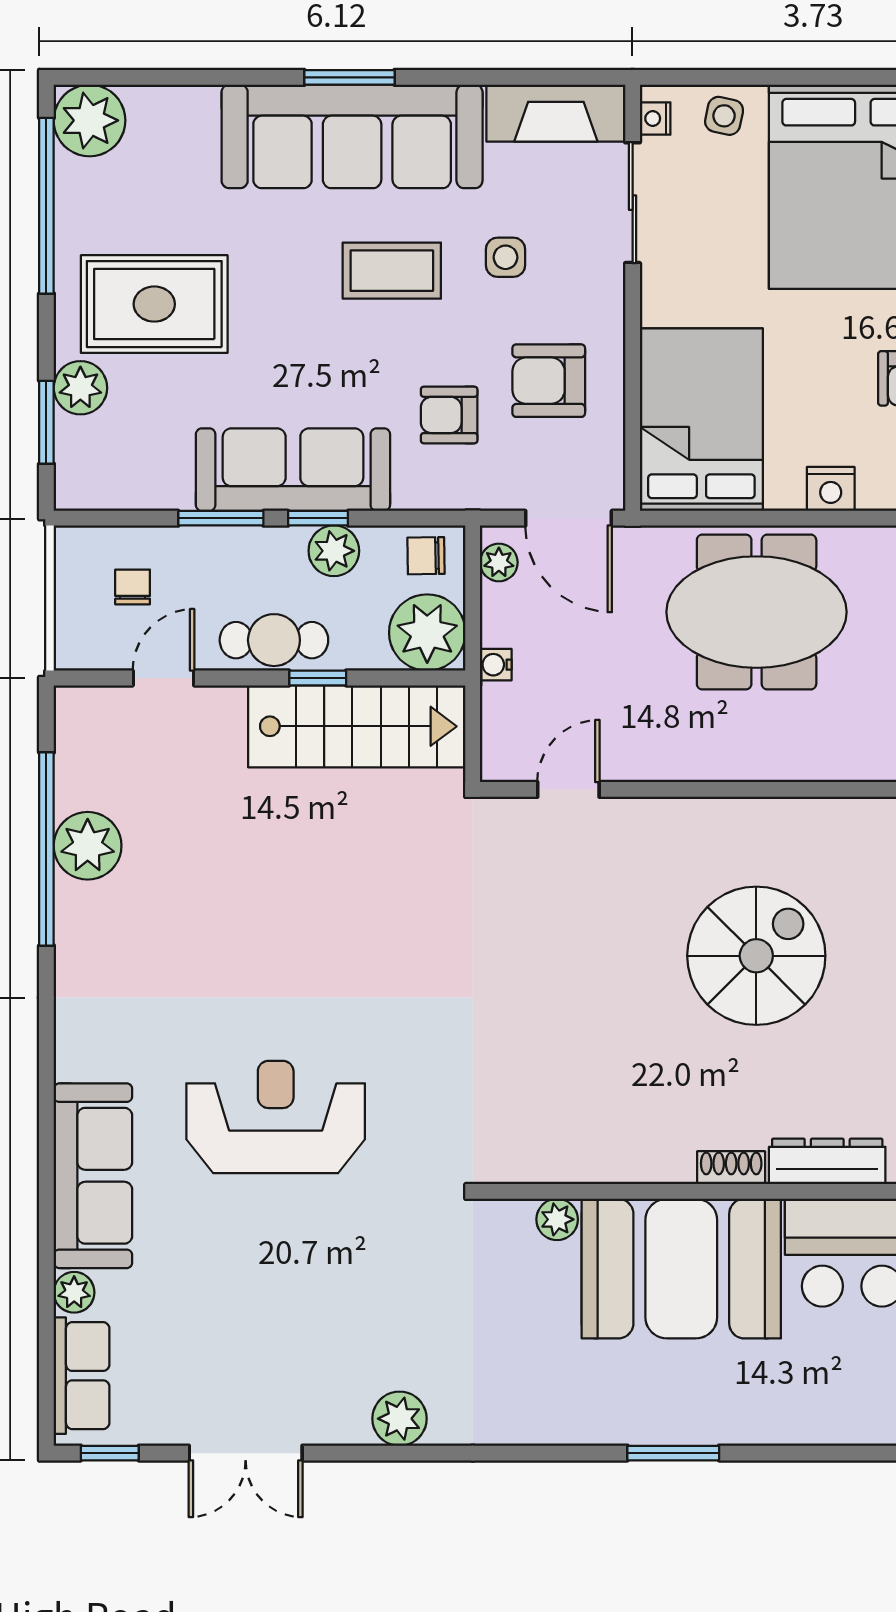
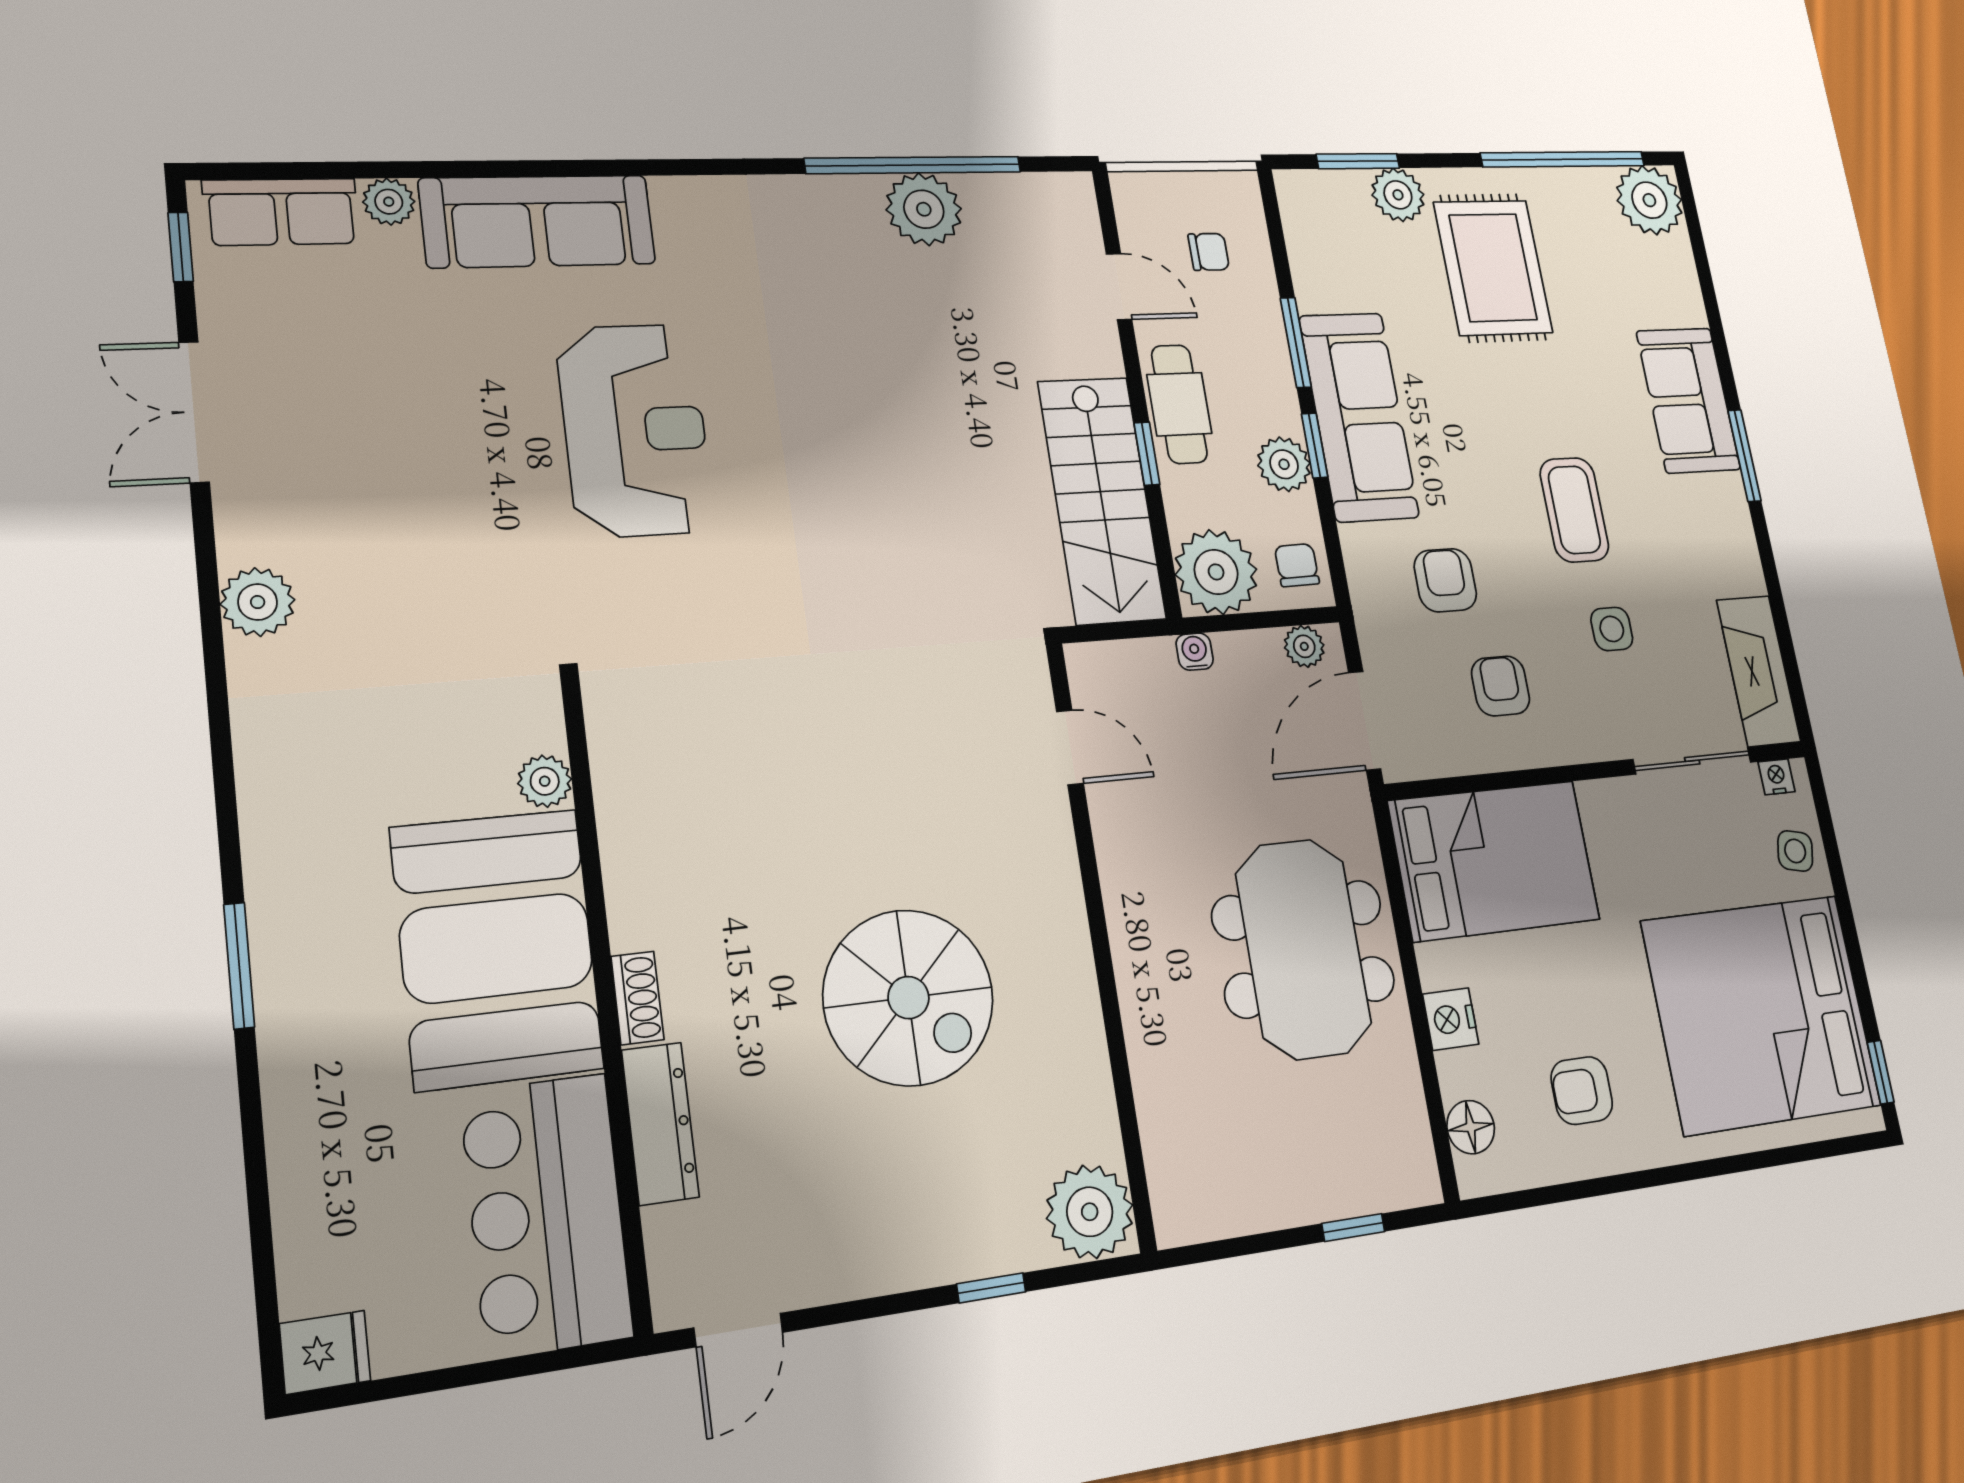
sofa: (352, 136) -> (1688, 400), width x0.54, depth x0.79
armchair: (549, 381) -> (1501, 686), width x0.72, depth x0.72

